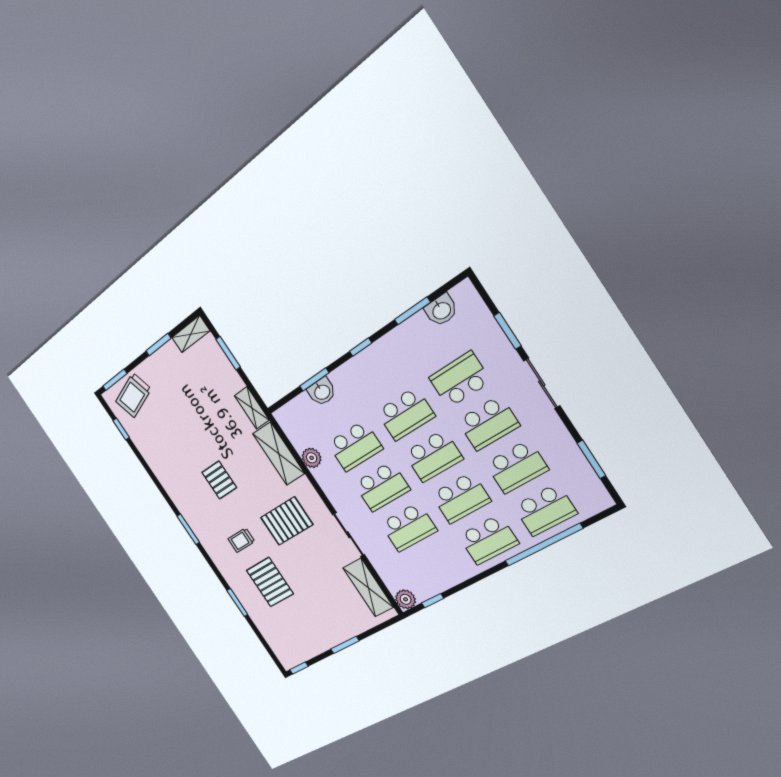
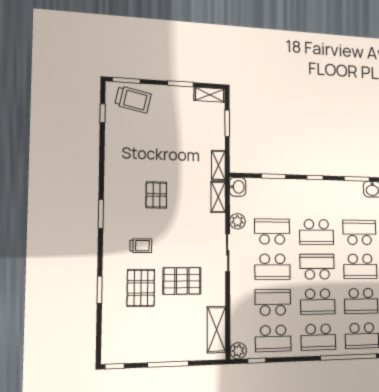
washbasin: (322, 392) -> (238, 187), moved, turned -90
trolley: (133, 395) -> (133, 99), turned -150
school desk: (355, 446) -> (272, 232), turned 180
shelving: (279, 454) -> (218, 197), width x0.67, depth x0.75
school desk: (433, 456) -> (317, 267), turned 180
pallet: (287, 521) -> (182, 281), moved
school desk: (409, 527) -> (273, 302), turned 180
sliding door: (348, 535) -> (228, 253), moved
trolley: (241, 540) -> (141, 246), turned 180
school desk: (435, 567) -> (273, 338), added
window: (345, 645) -> (168, 364), width x1.44

